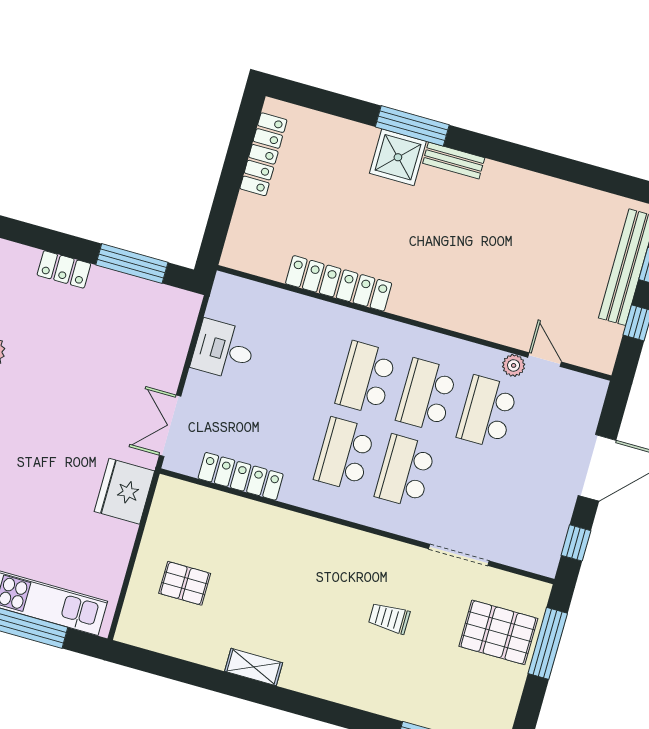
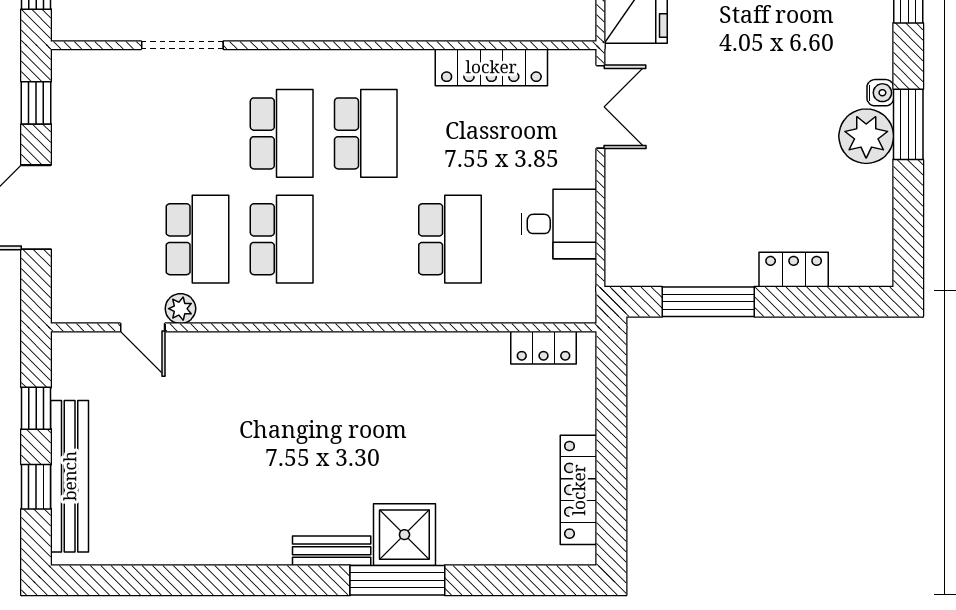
locker: (339, 283) -> (544, 348), moved, width x0.46, depth x0.83
school desk: (366, 378) -> (450, 239), moved

